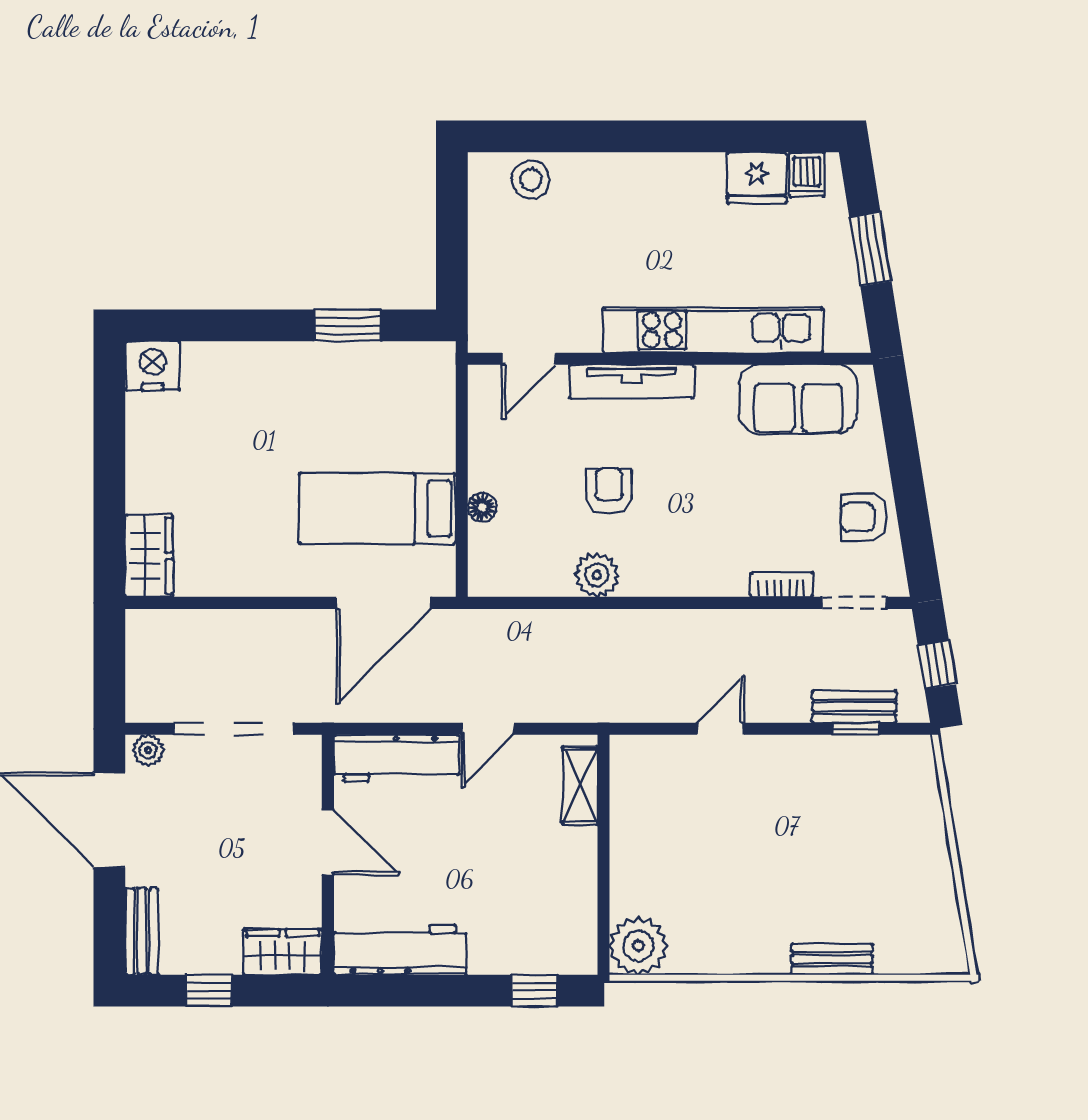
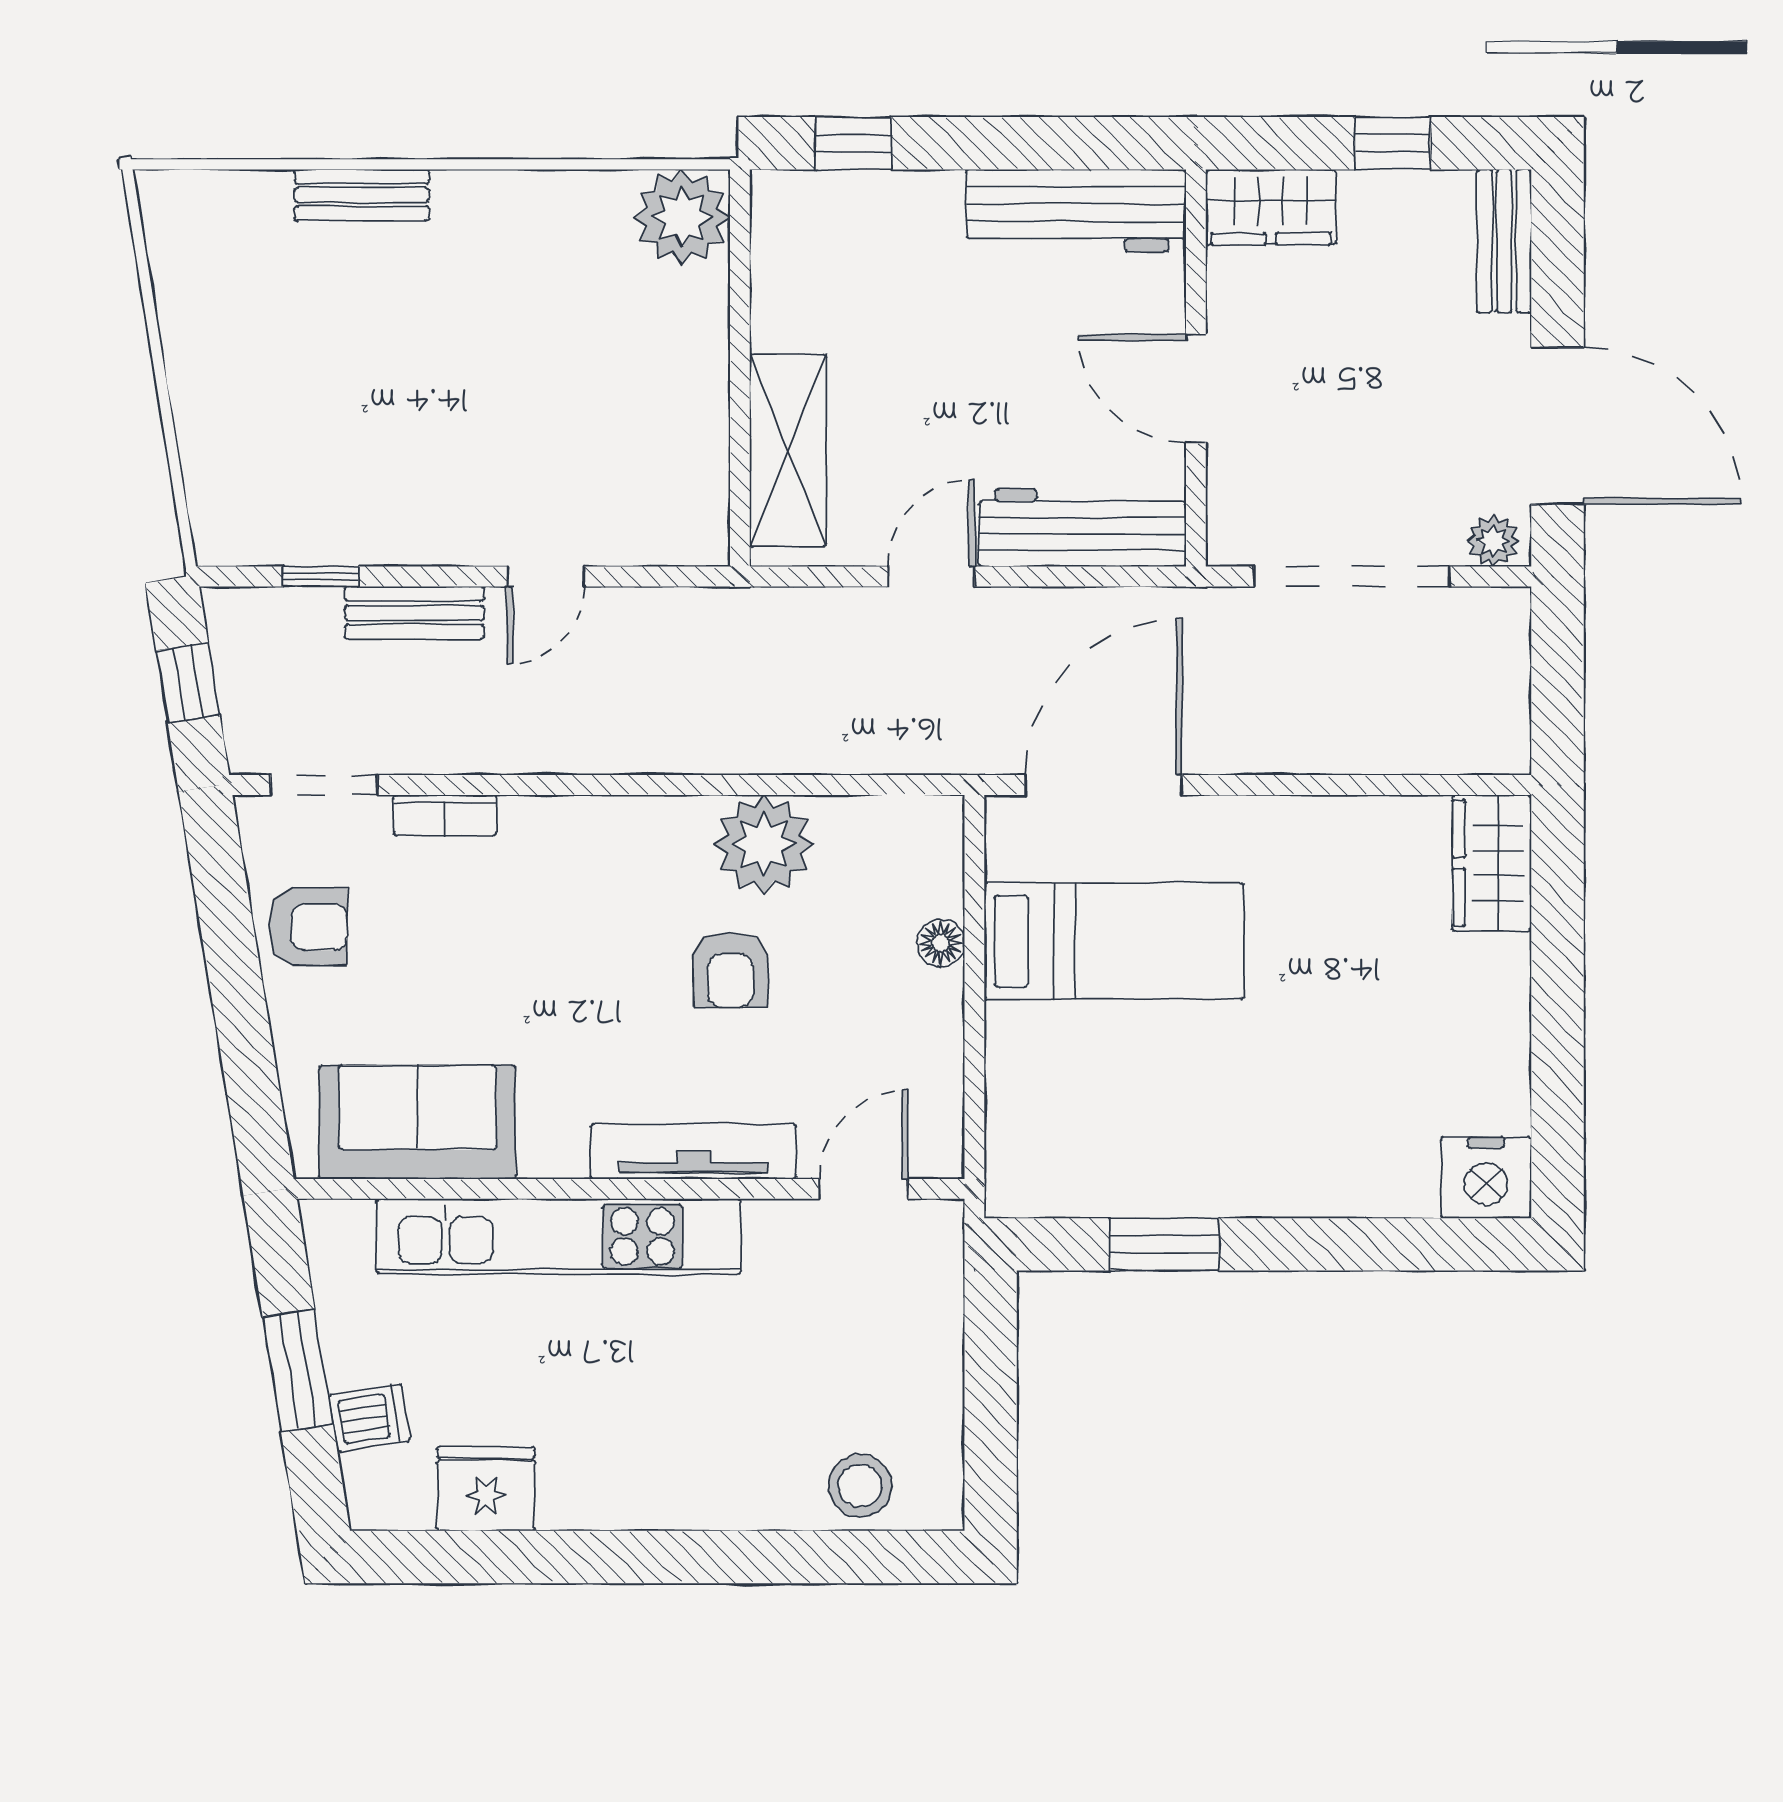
dishwasher: (807, 175) -> (369, 1418), moved, turned 81
plant: (597, 575) -> (764, 844), width x1.36, depth x1.36
bench: (854, 707) -> (414, 613), moved
shelving: (580, 786) -> (788, 450), width x1.50, depth x1.33

